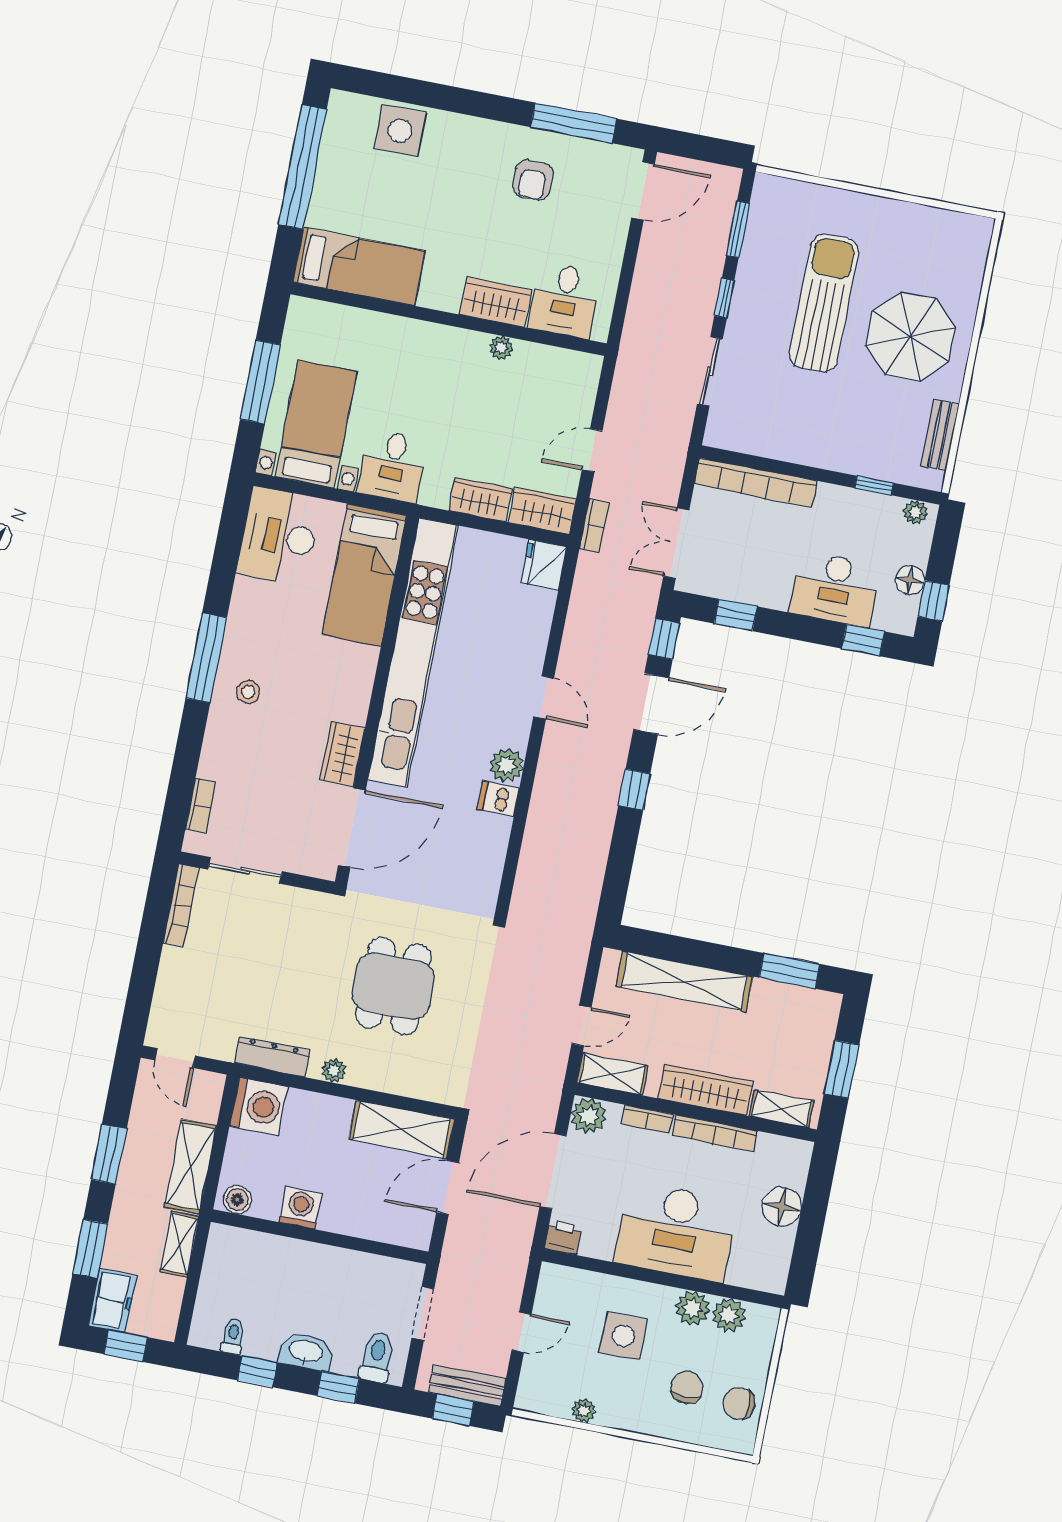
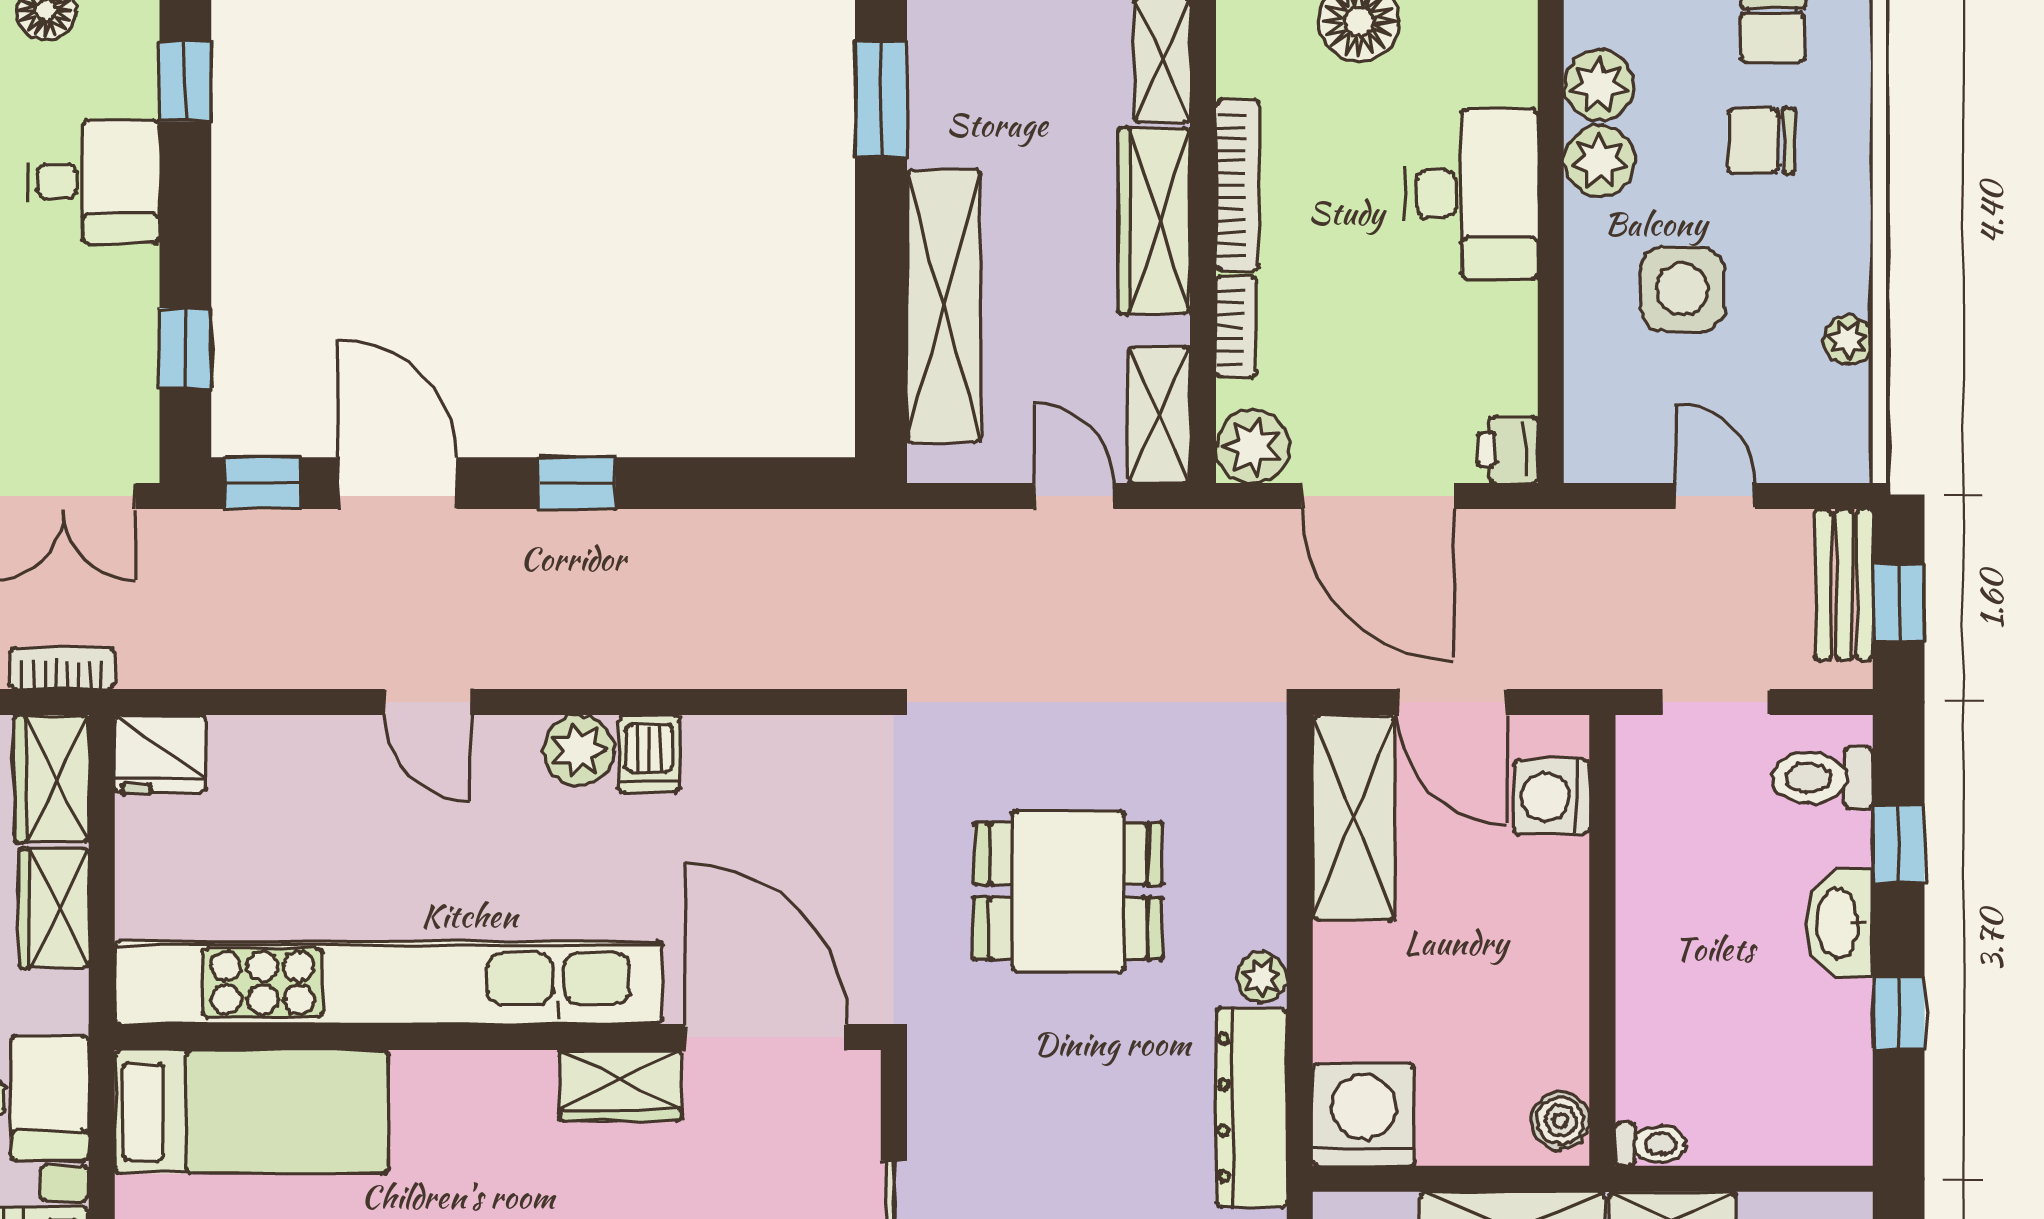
desk: (835, 589) -> (93, 182), width x0.73
door: (544, 698) -> (428, 702), swing flipped
dresser: (272, 1057) -> (1251, 1107), width x1.37, depth x1.24
washing machine: (300, 1208) -> (1552, 797), moved
desk: (676, 1232) -> (1472, 194), width x0.73, depth x0.77
toilet: (233, 1336) -> (1651, 1144), moved, turned 180

